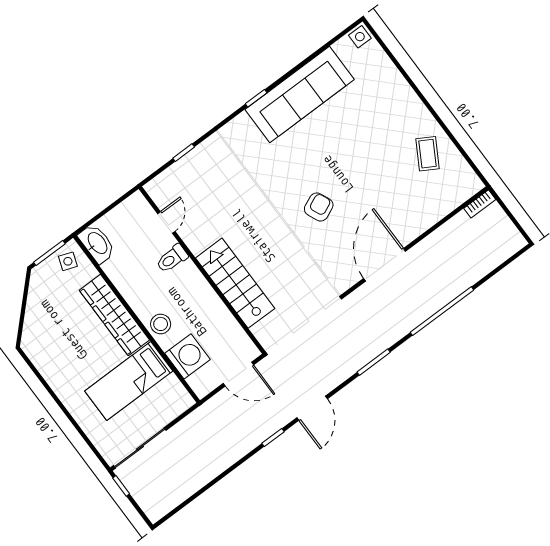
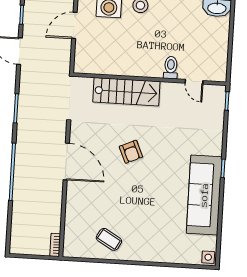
door: (166, 222) -> (194, 82), moved
toilet: (172, 259) -> (171, 68), moved
wall: (202, 270) -> (150, 79), moved
stairs: (235, 283) -> (126, 92), moved

